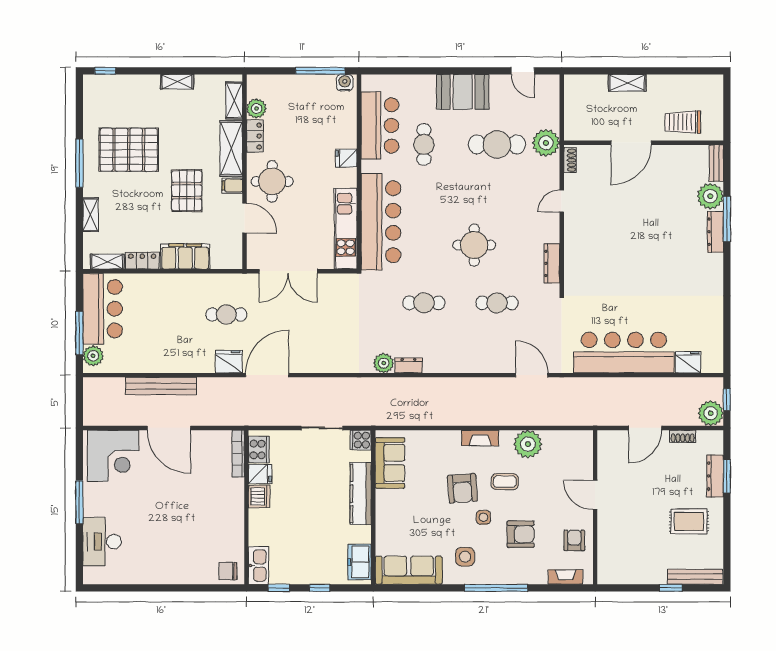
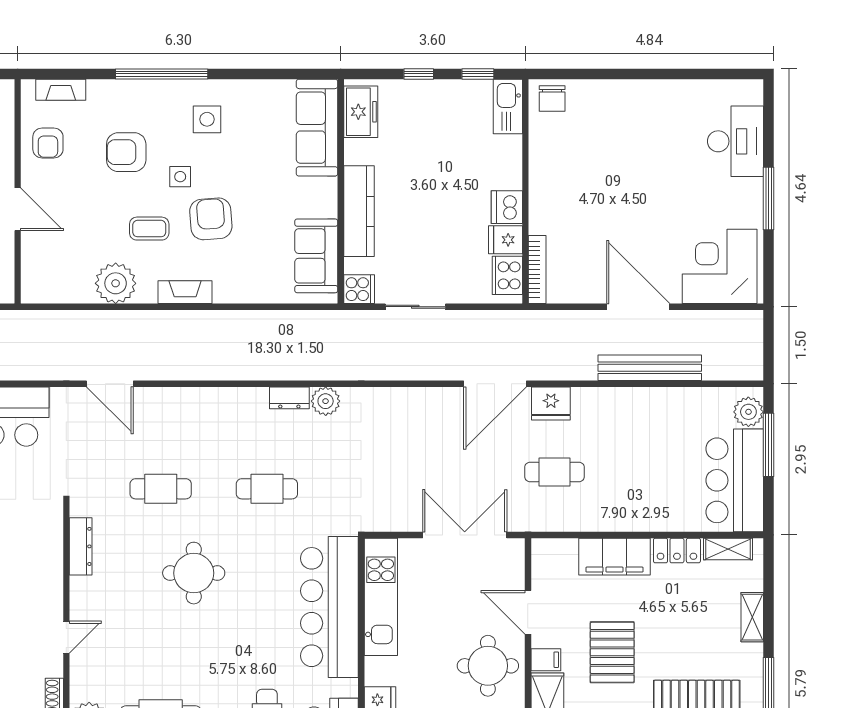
sofa: (409, 570) -> (317, 128), moved, turned 90
chair: (228, 571) -> (552, 98), turned 90

